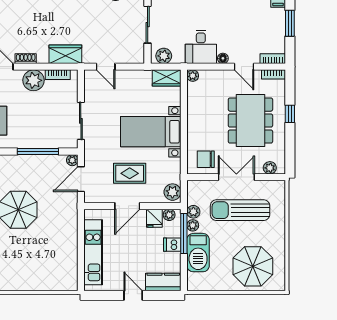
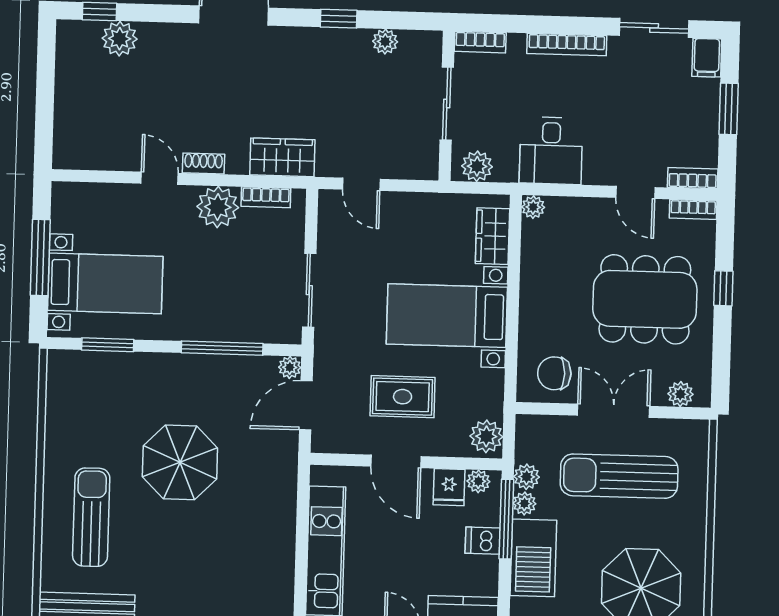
floor lamp: (223, 58) -> (594, 175), removed
wardrobe: (167, 78) -> (493, 236), moved, turned 90
dining table: (250, 121) -> (645, 299), turned 90
door: (127, 206) -> (396, 461), hinge flipped

